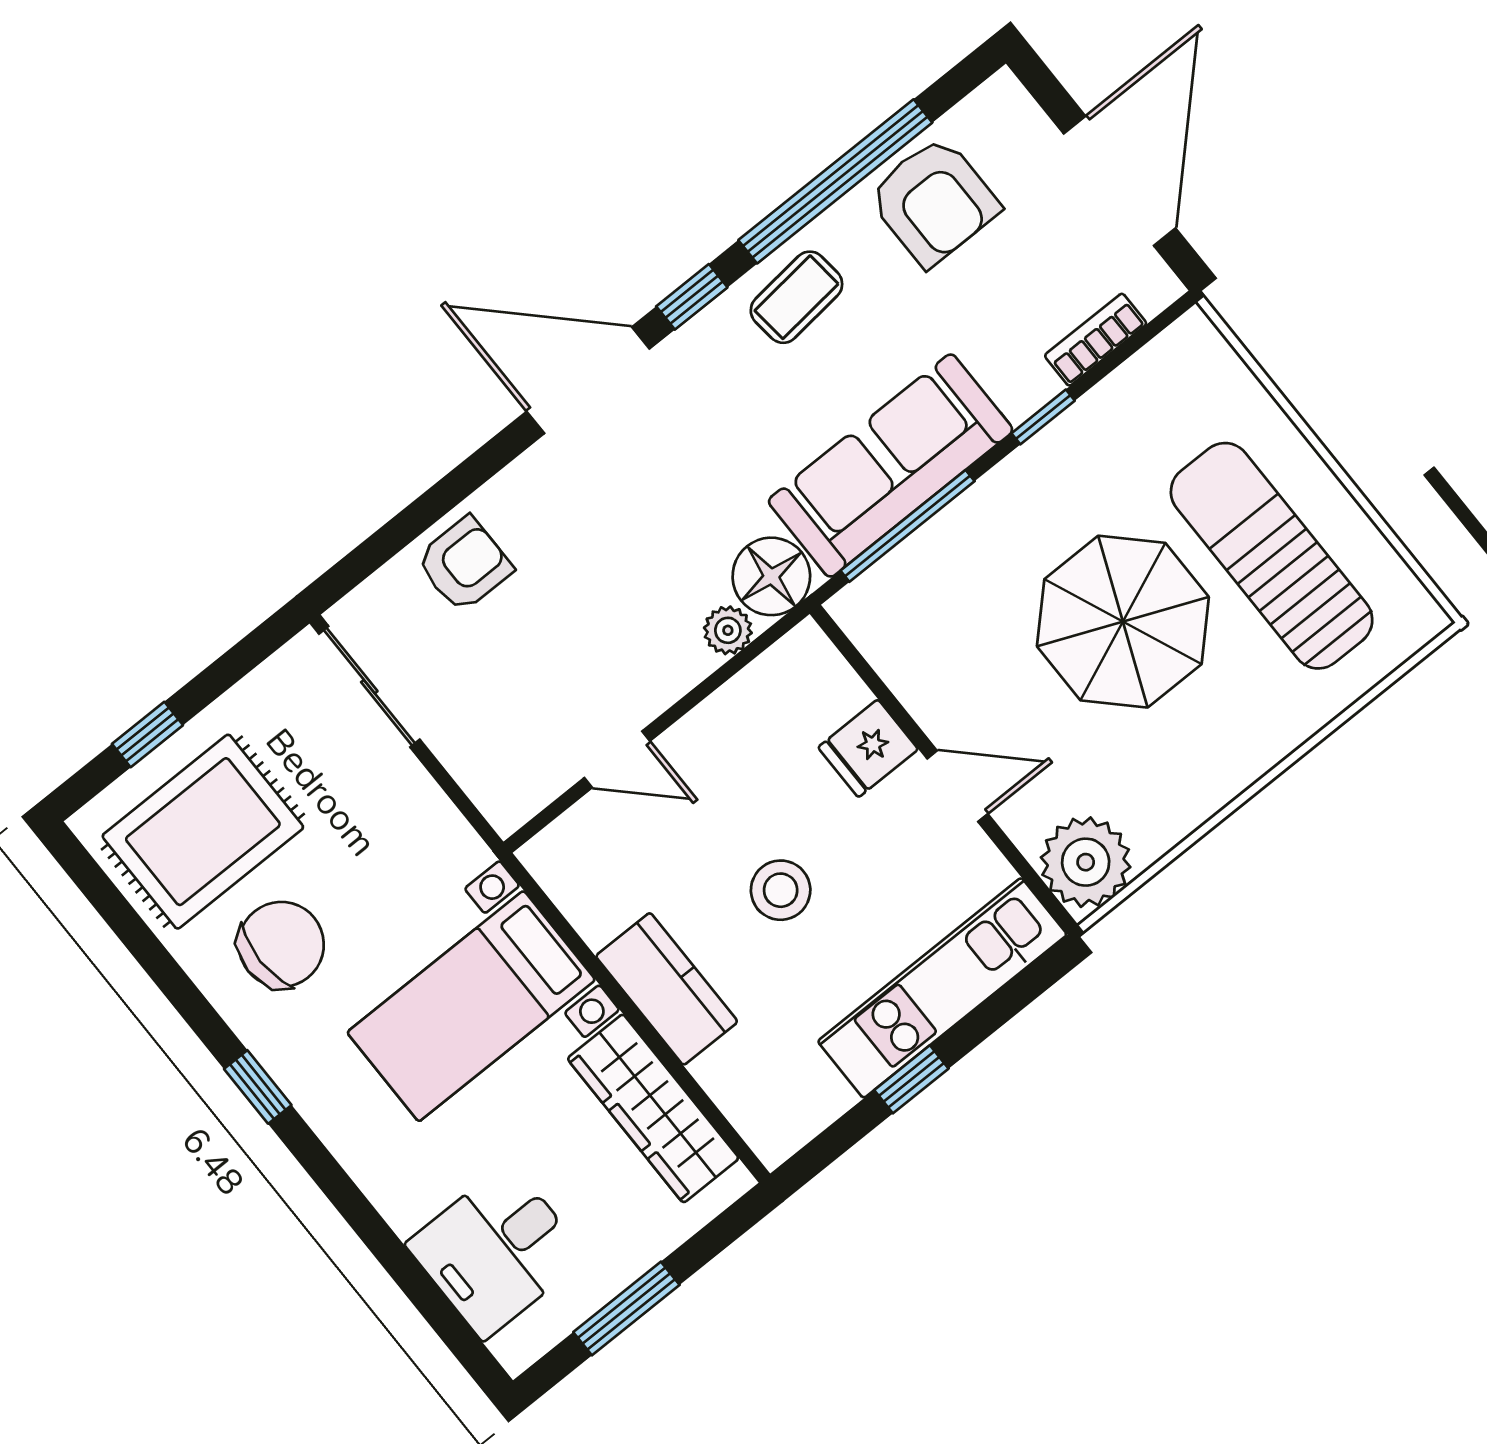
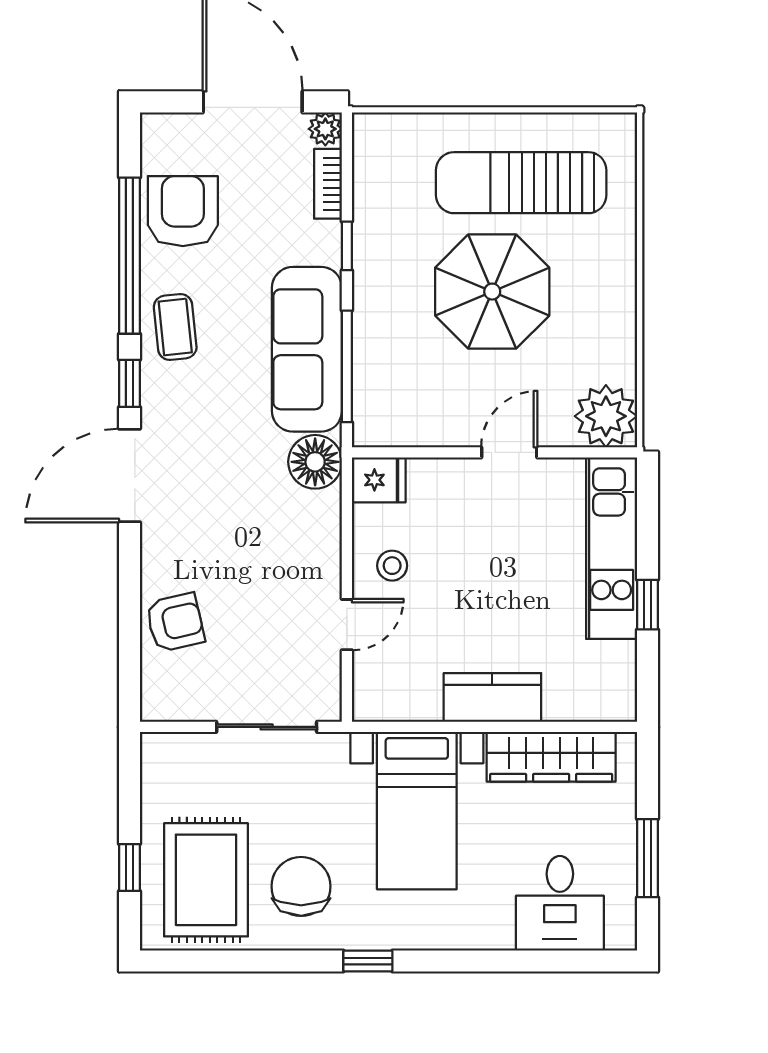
armchair: (934, 201) -> (183, 211), turned -90
armchair: (464, 564) -> (175, 622), turned 77
plant: (728, 630) -> (325, 129), moved
sliding door: (369, 687) -> (267, 727), moved
fridge: (868, 748) -> (379, 480), moved, turned -90
stool: (781, 890) -> (392, 566), moved, width x0.73, depth x0.73

